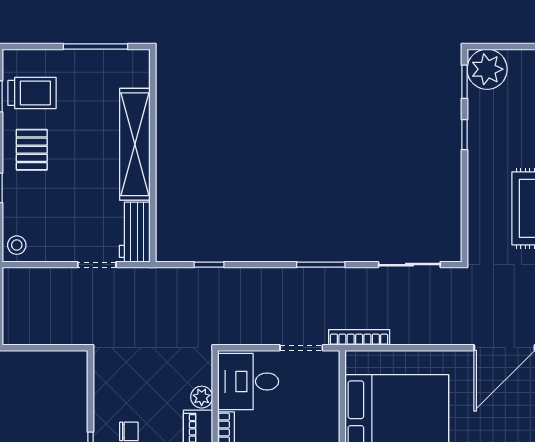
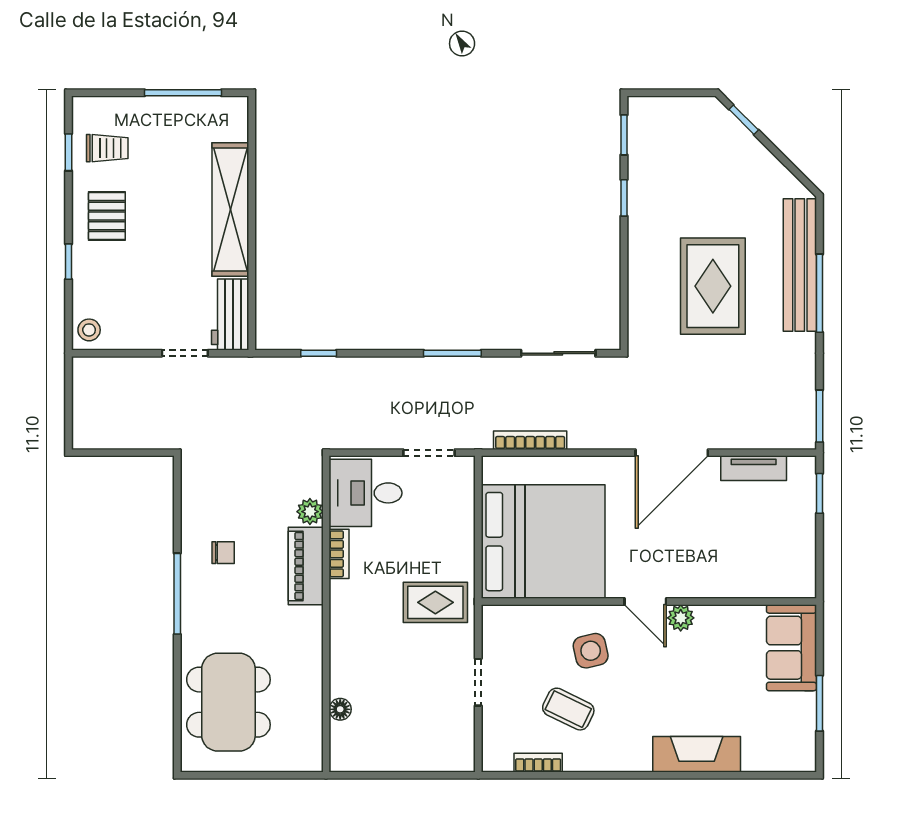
plant: (487, 69) -> (651, 120), removed
trolley: (32, 93) -> (107, 148), width x0.73, depth x0.72
bookcase: (359, 337) -> (530, 440), moved

